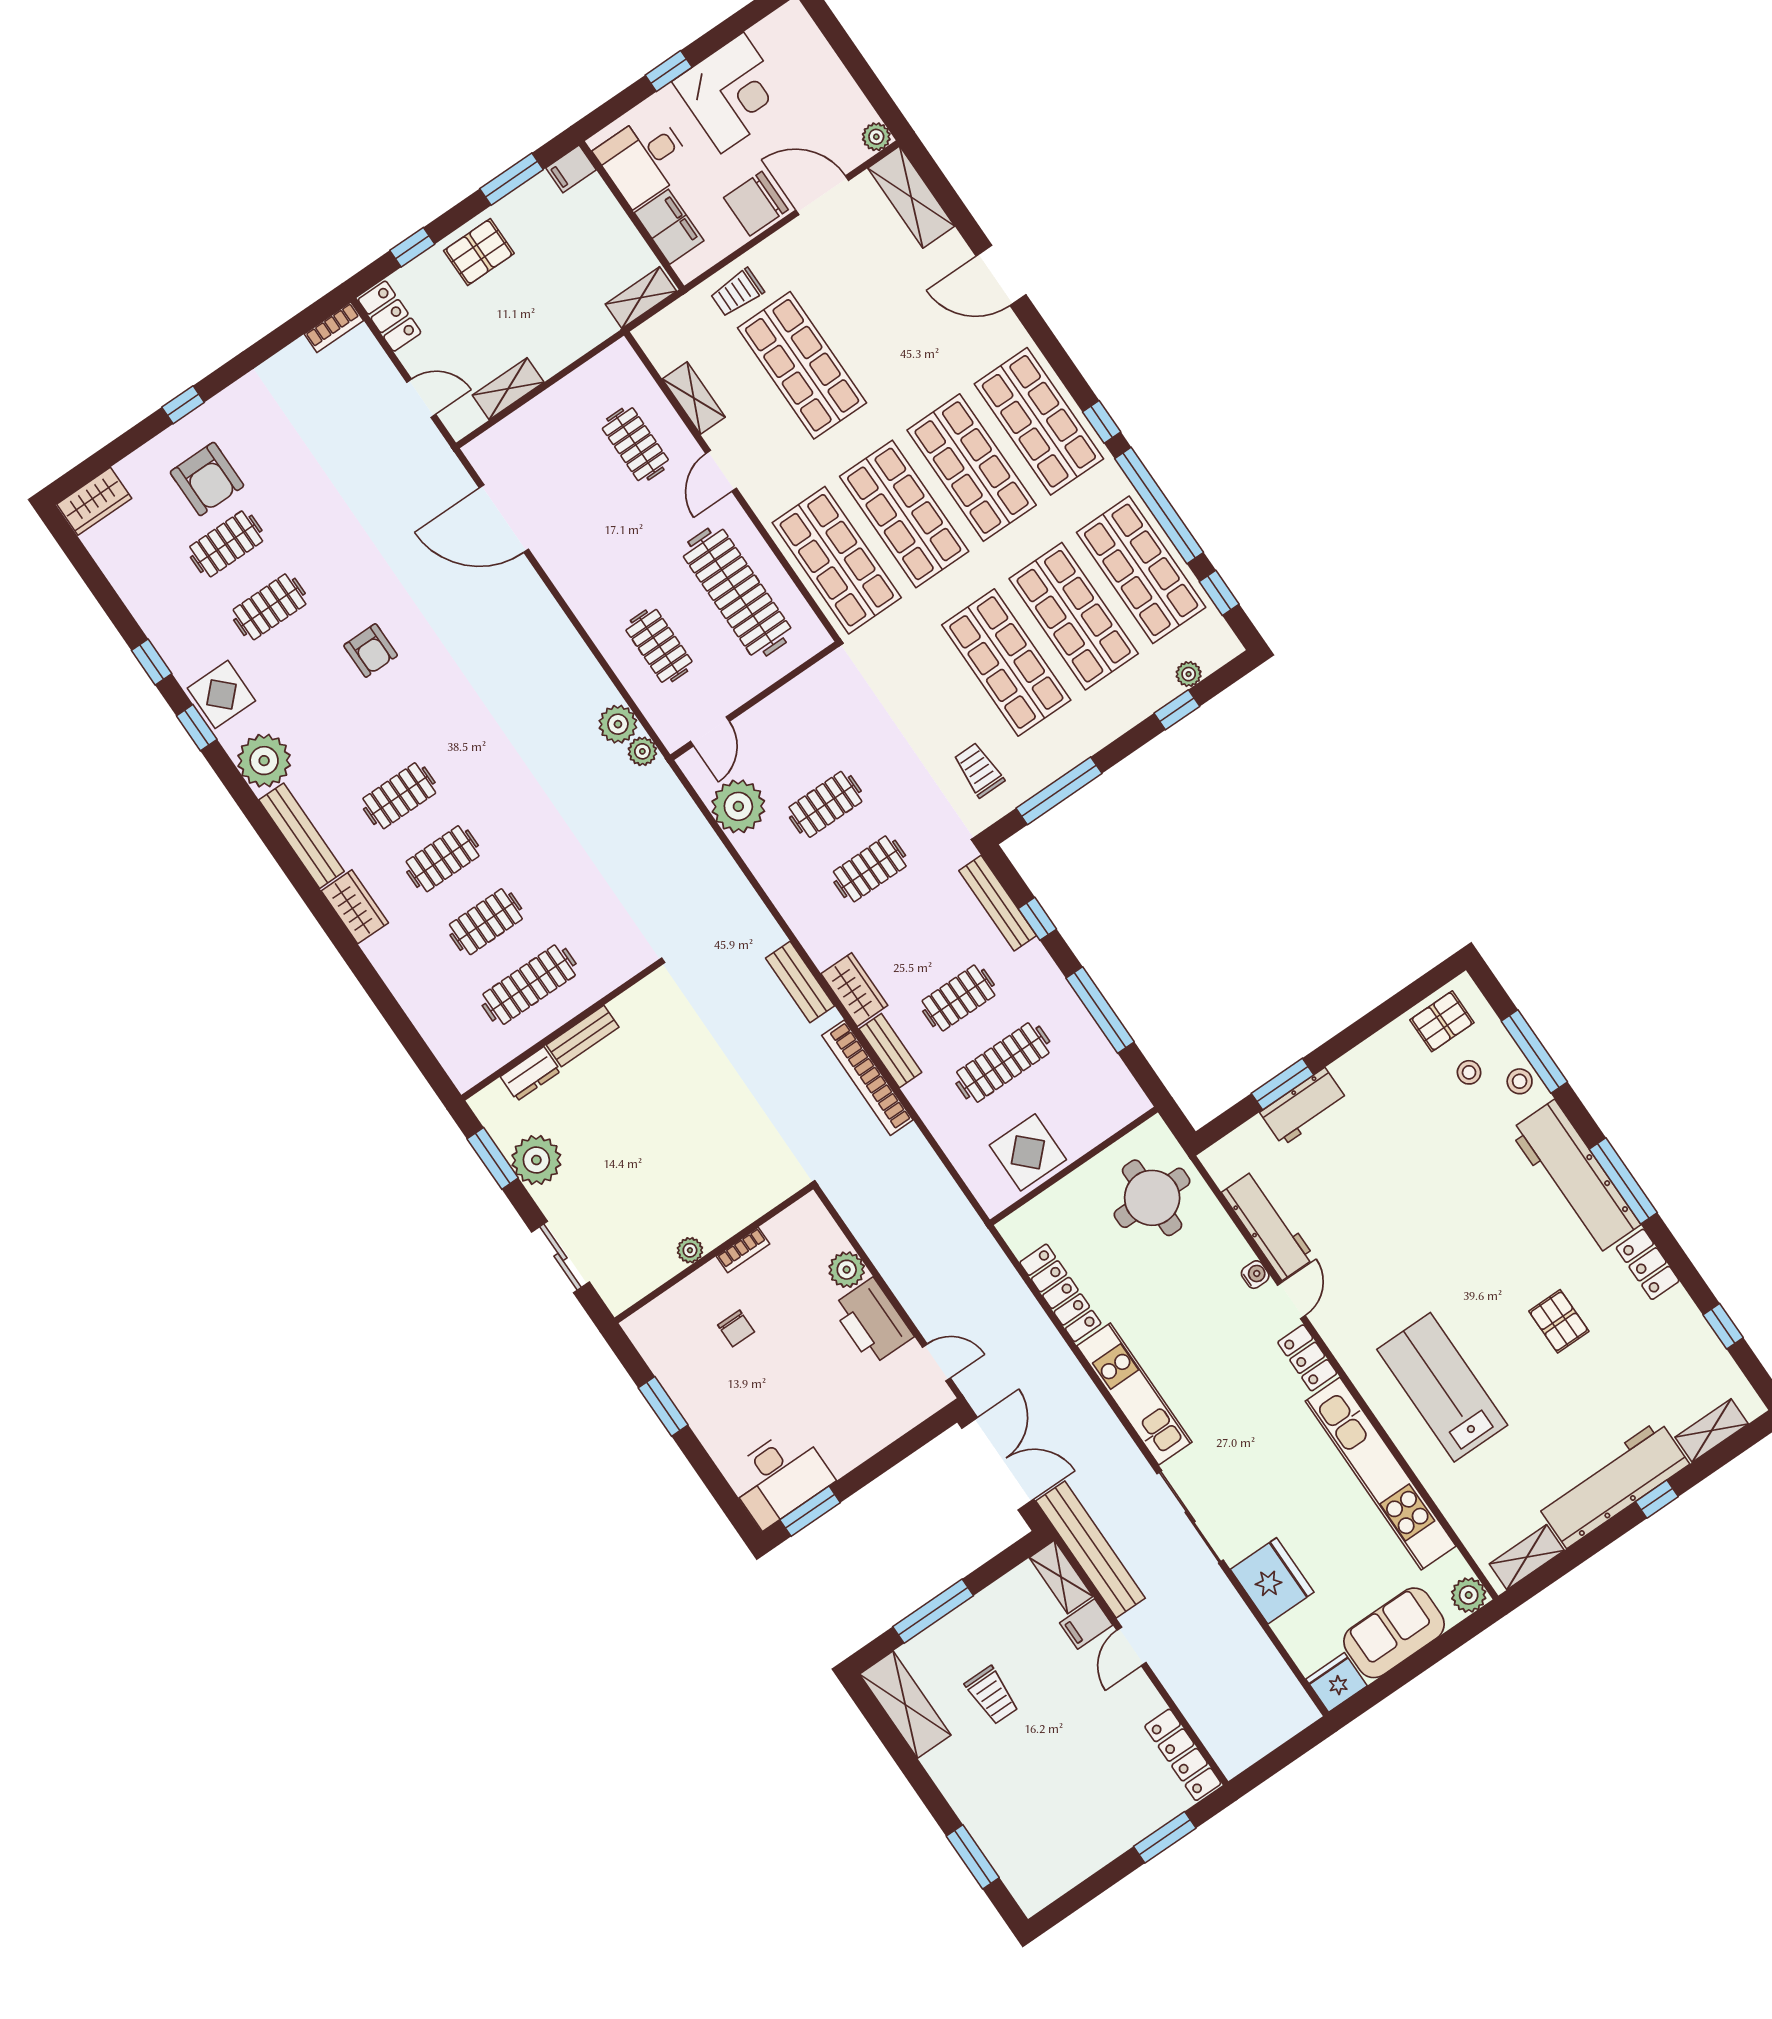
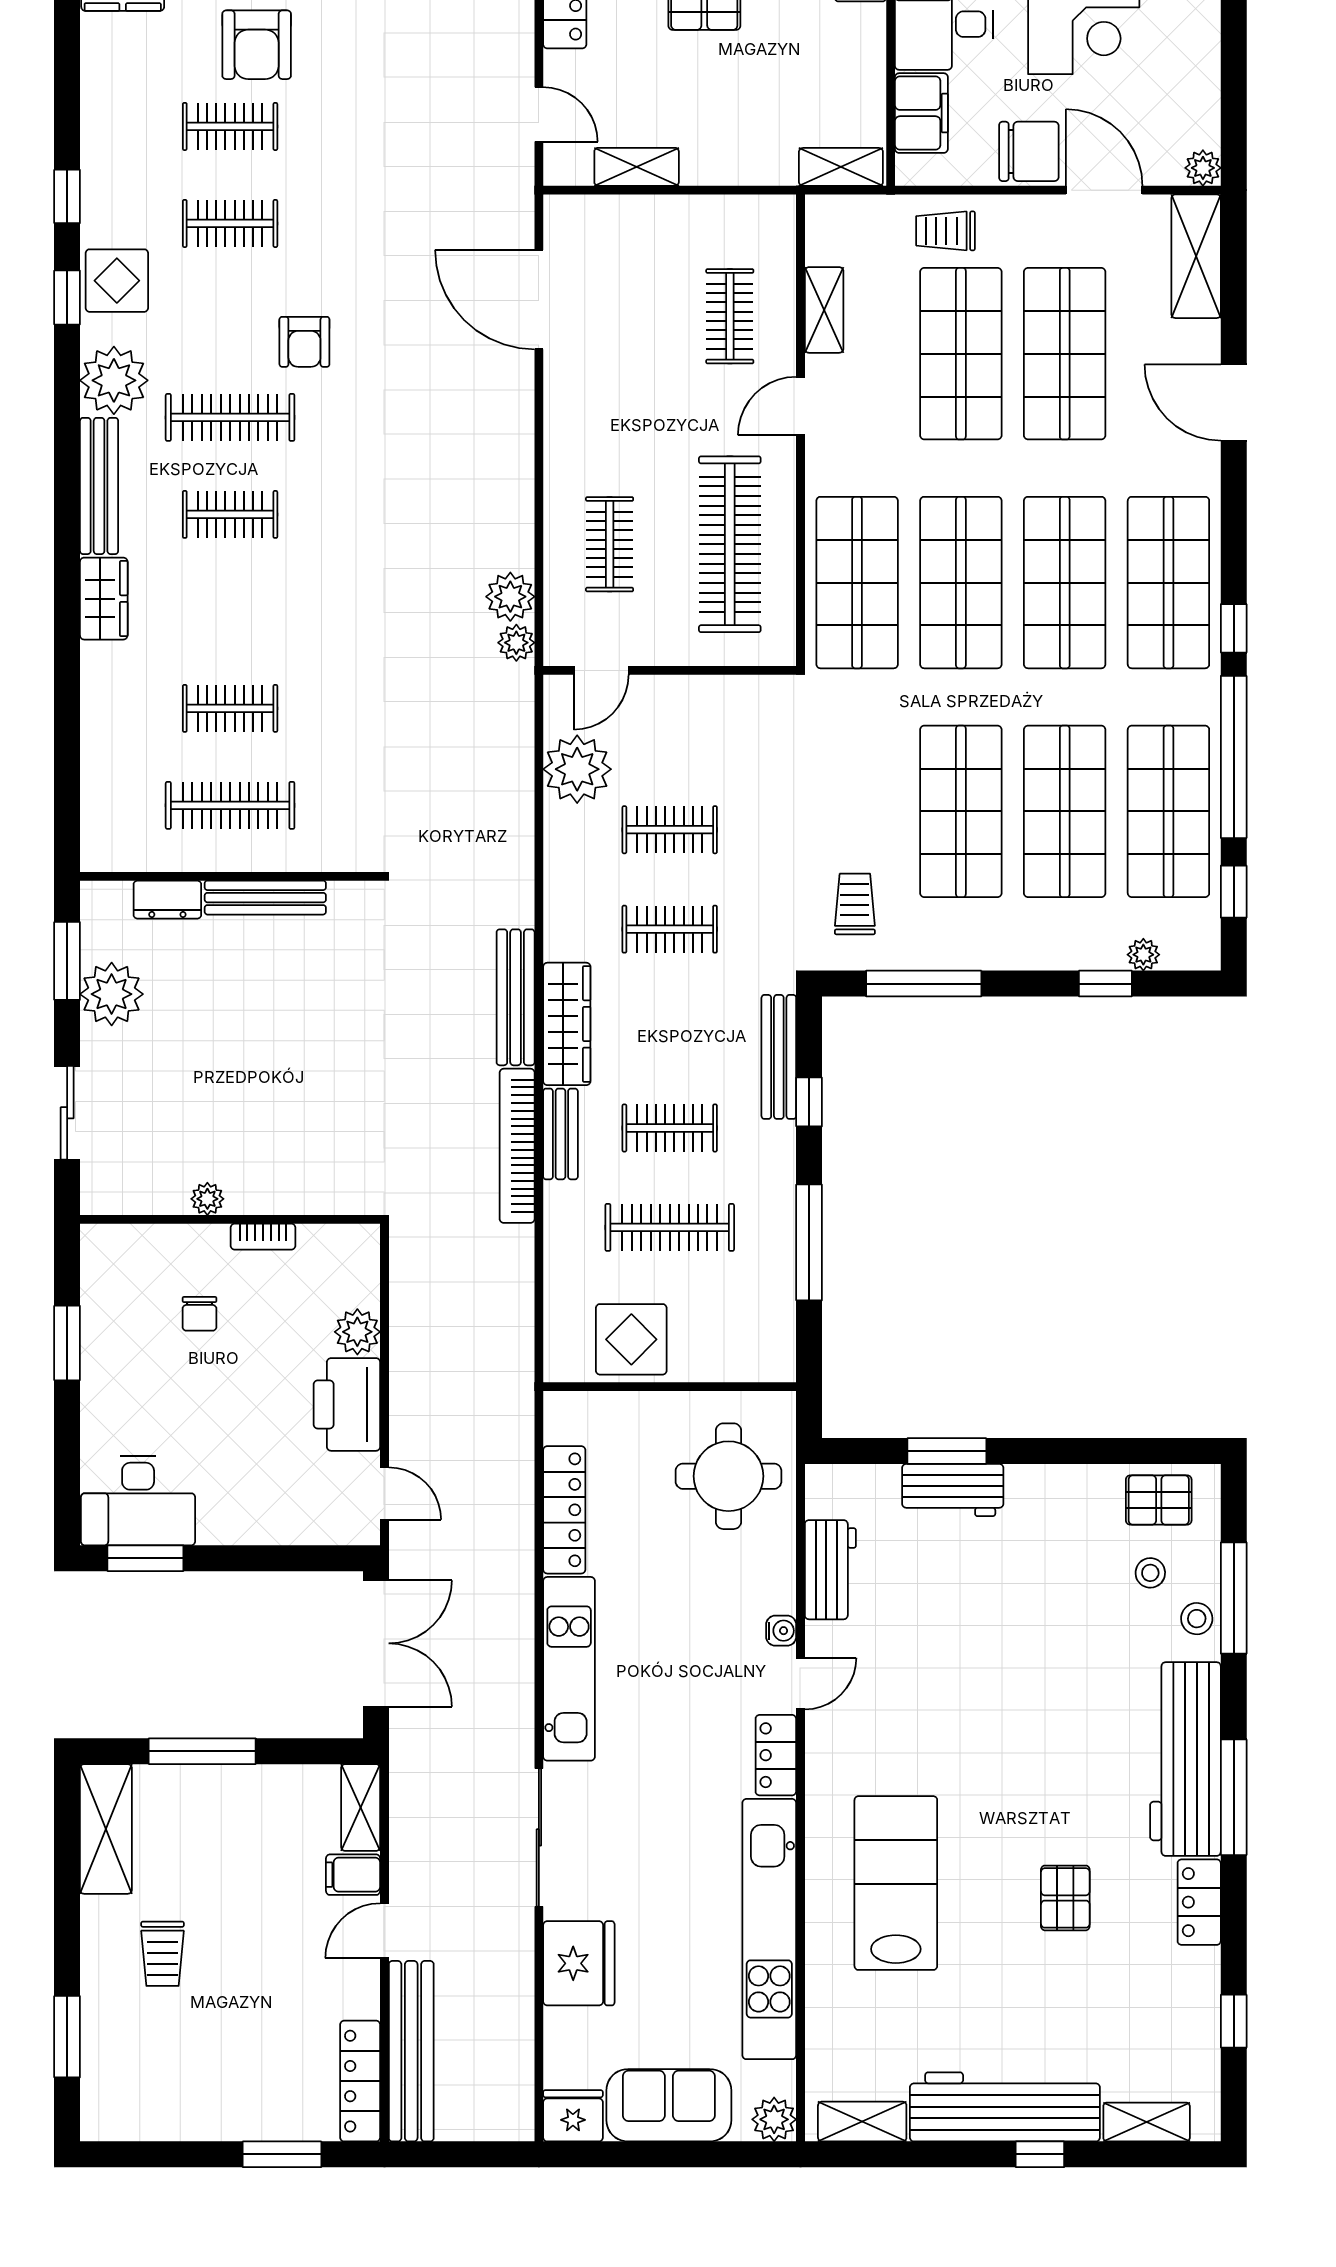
chair: (756, 204) -> (1029, 151), turned 180
shop shelf: (869, 319) -> (1065, 354), added
clothes rail: (443, 859) -> (230, 417), moved, width x1.36
bench: (800, 982) -> (516, 997), width x1.36
wardrobe: (854, 990) -> (567, 1024), width x1.50
bench: (583, 1036) -> (265, 898), width x1.36
workbench: (1268, 1225) -> (830, 1570), width x0.73
bench: (1090, 1550) -> (411, 2051), moved
trolley: (992, 1695) -> (163, 1954), moved

